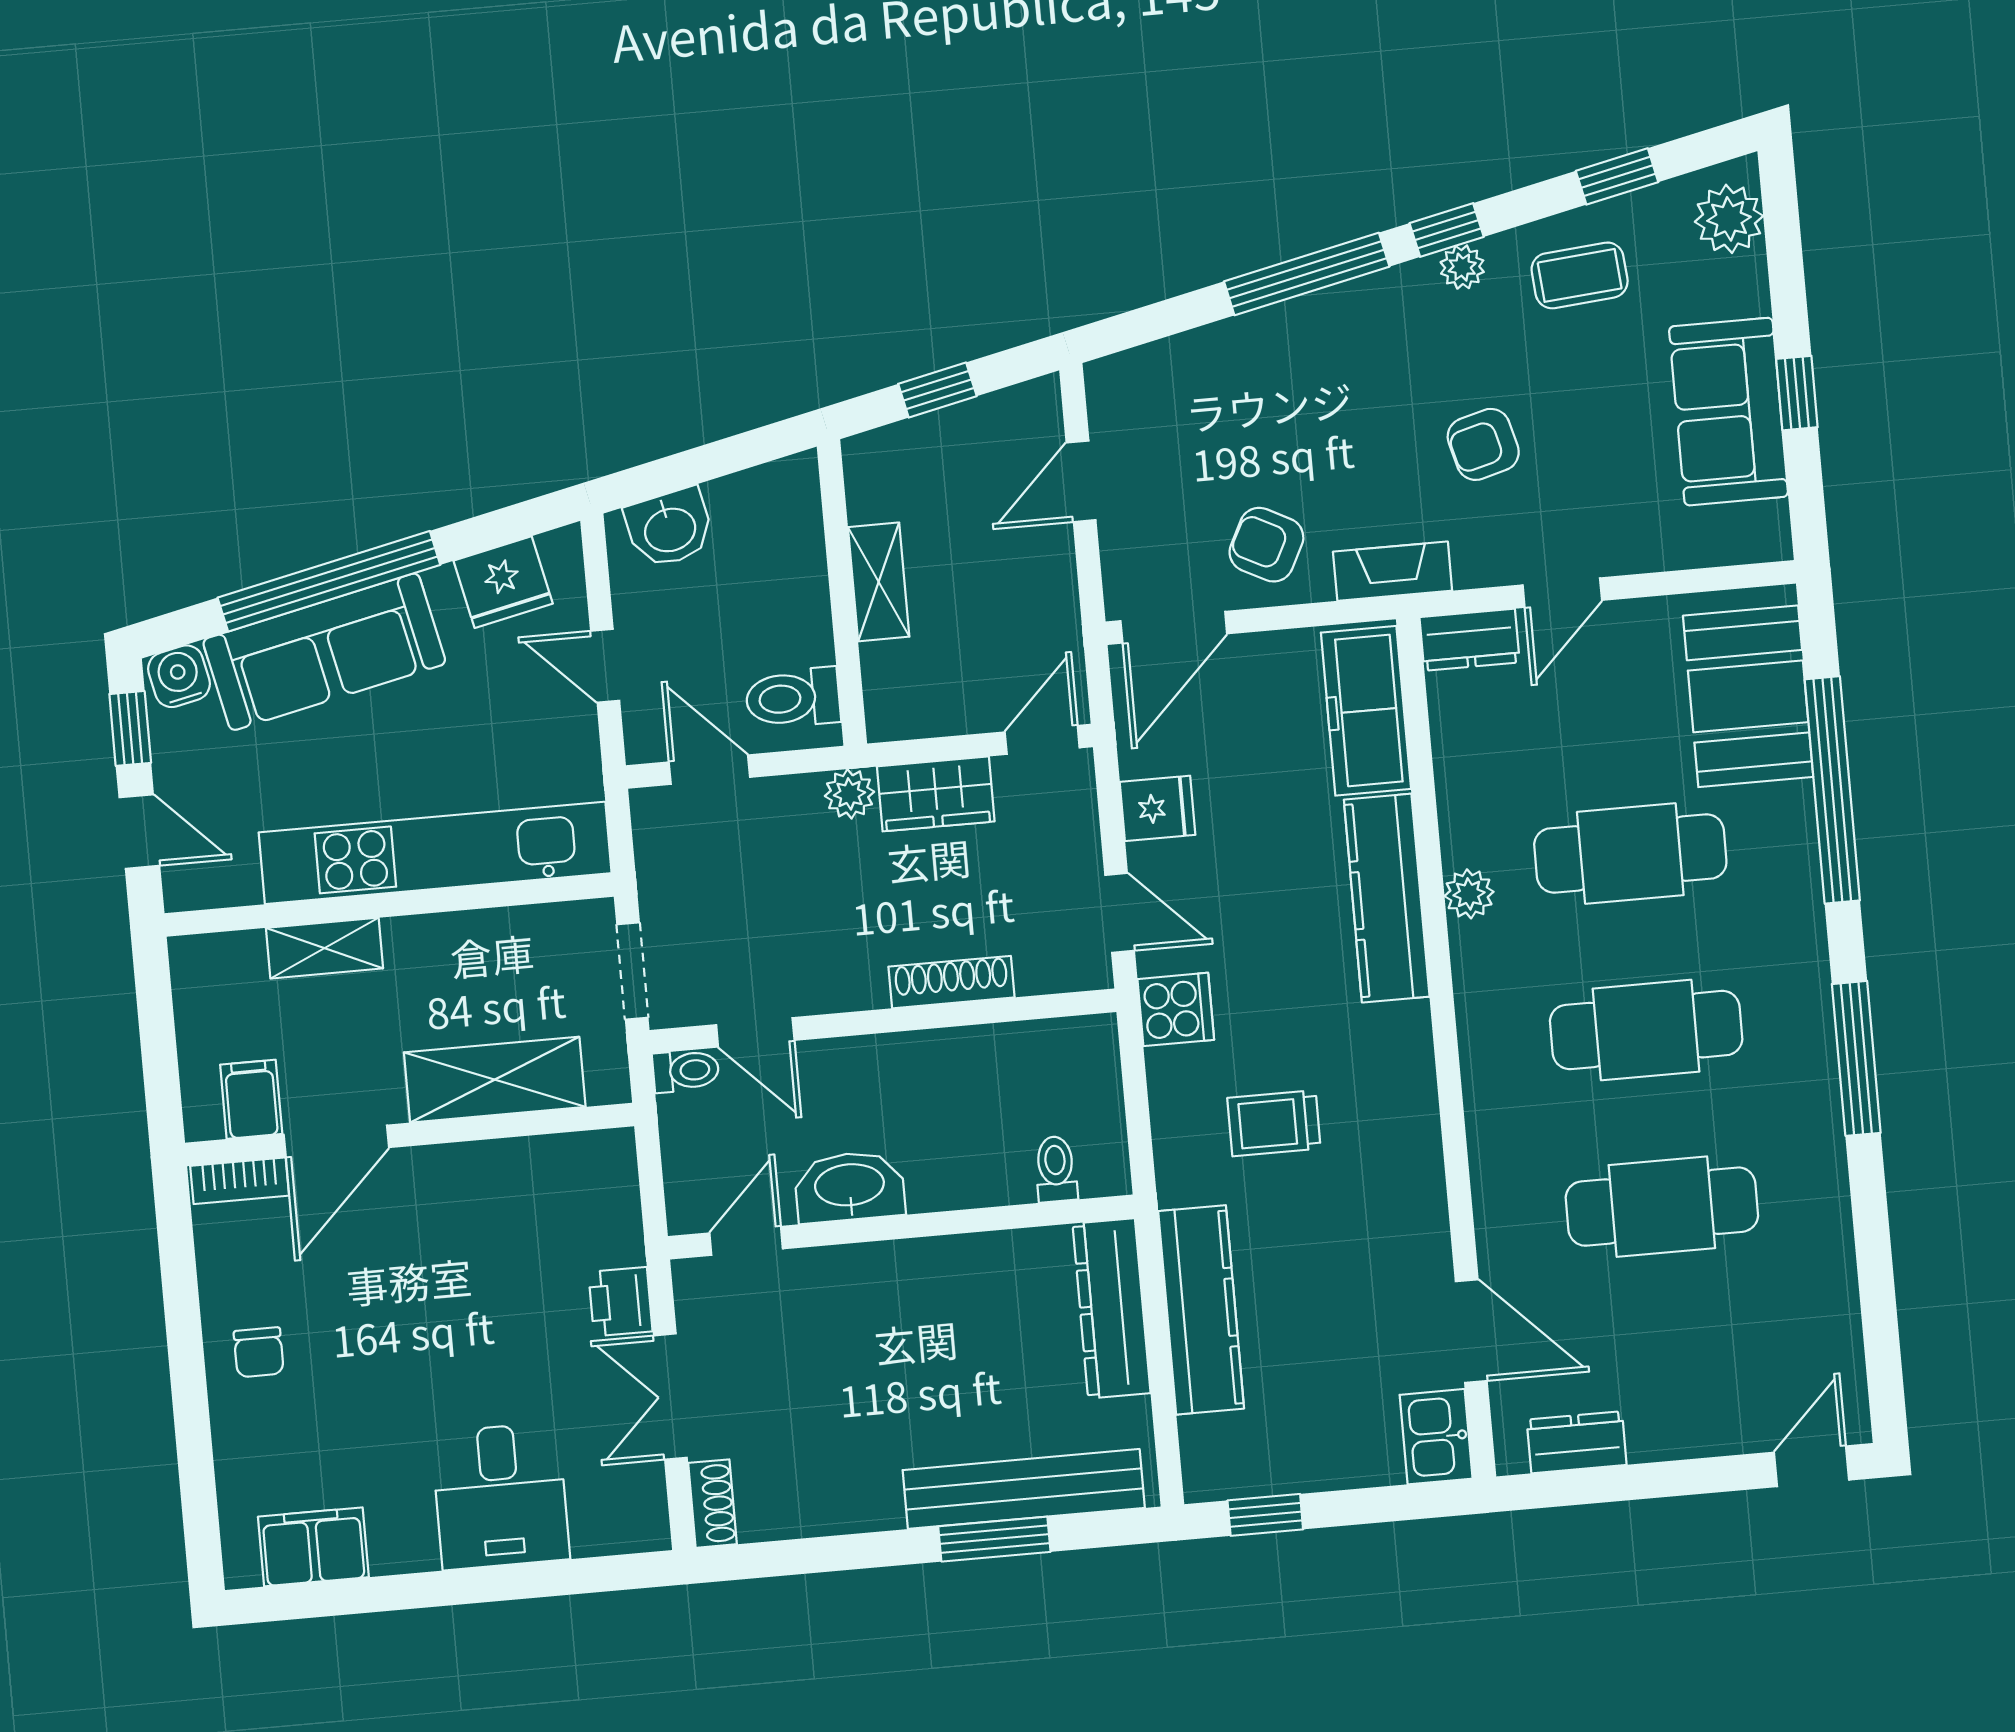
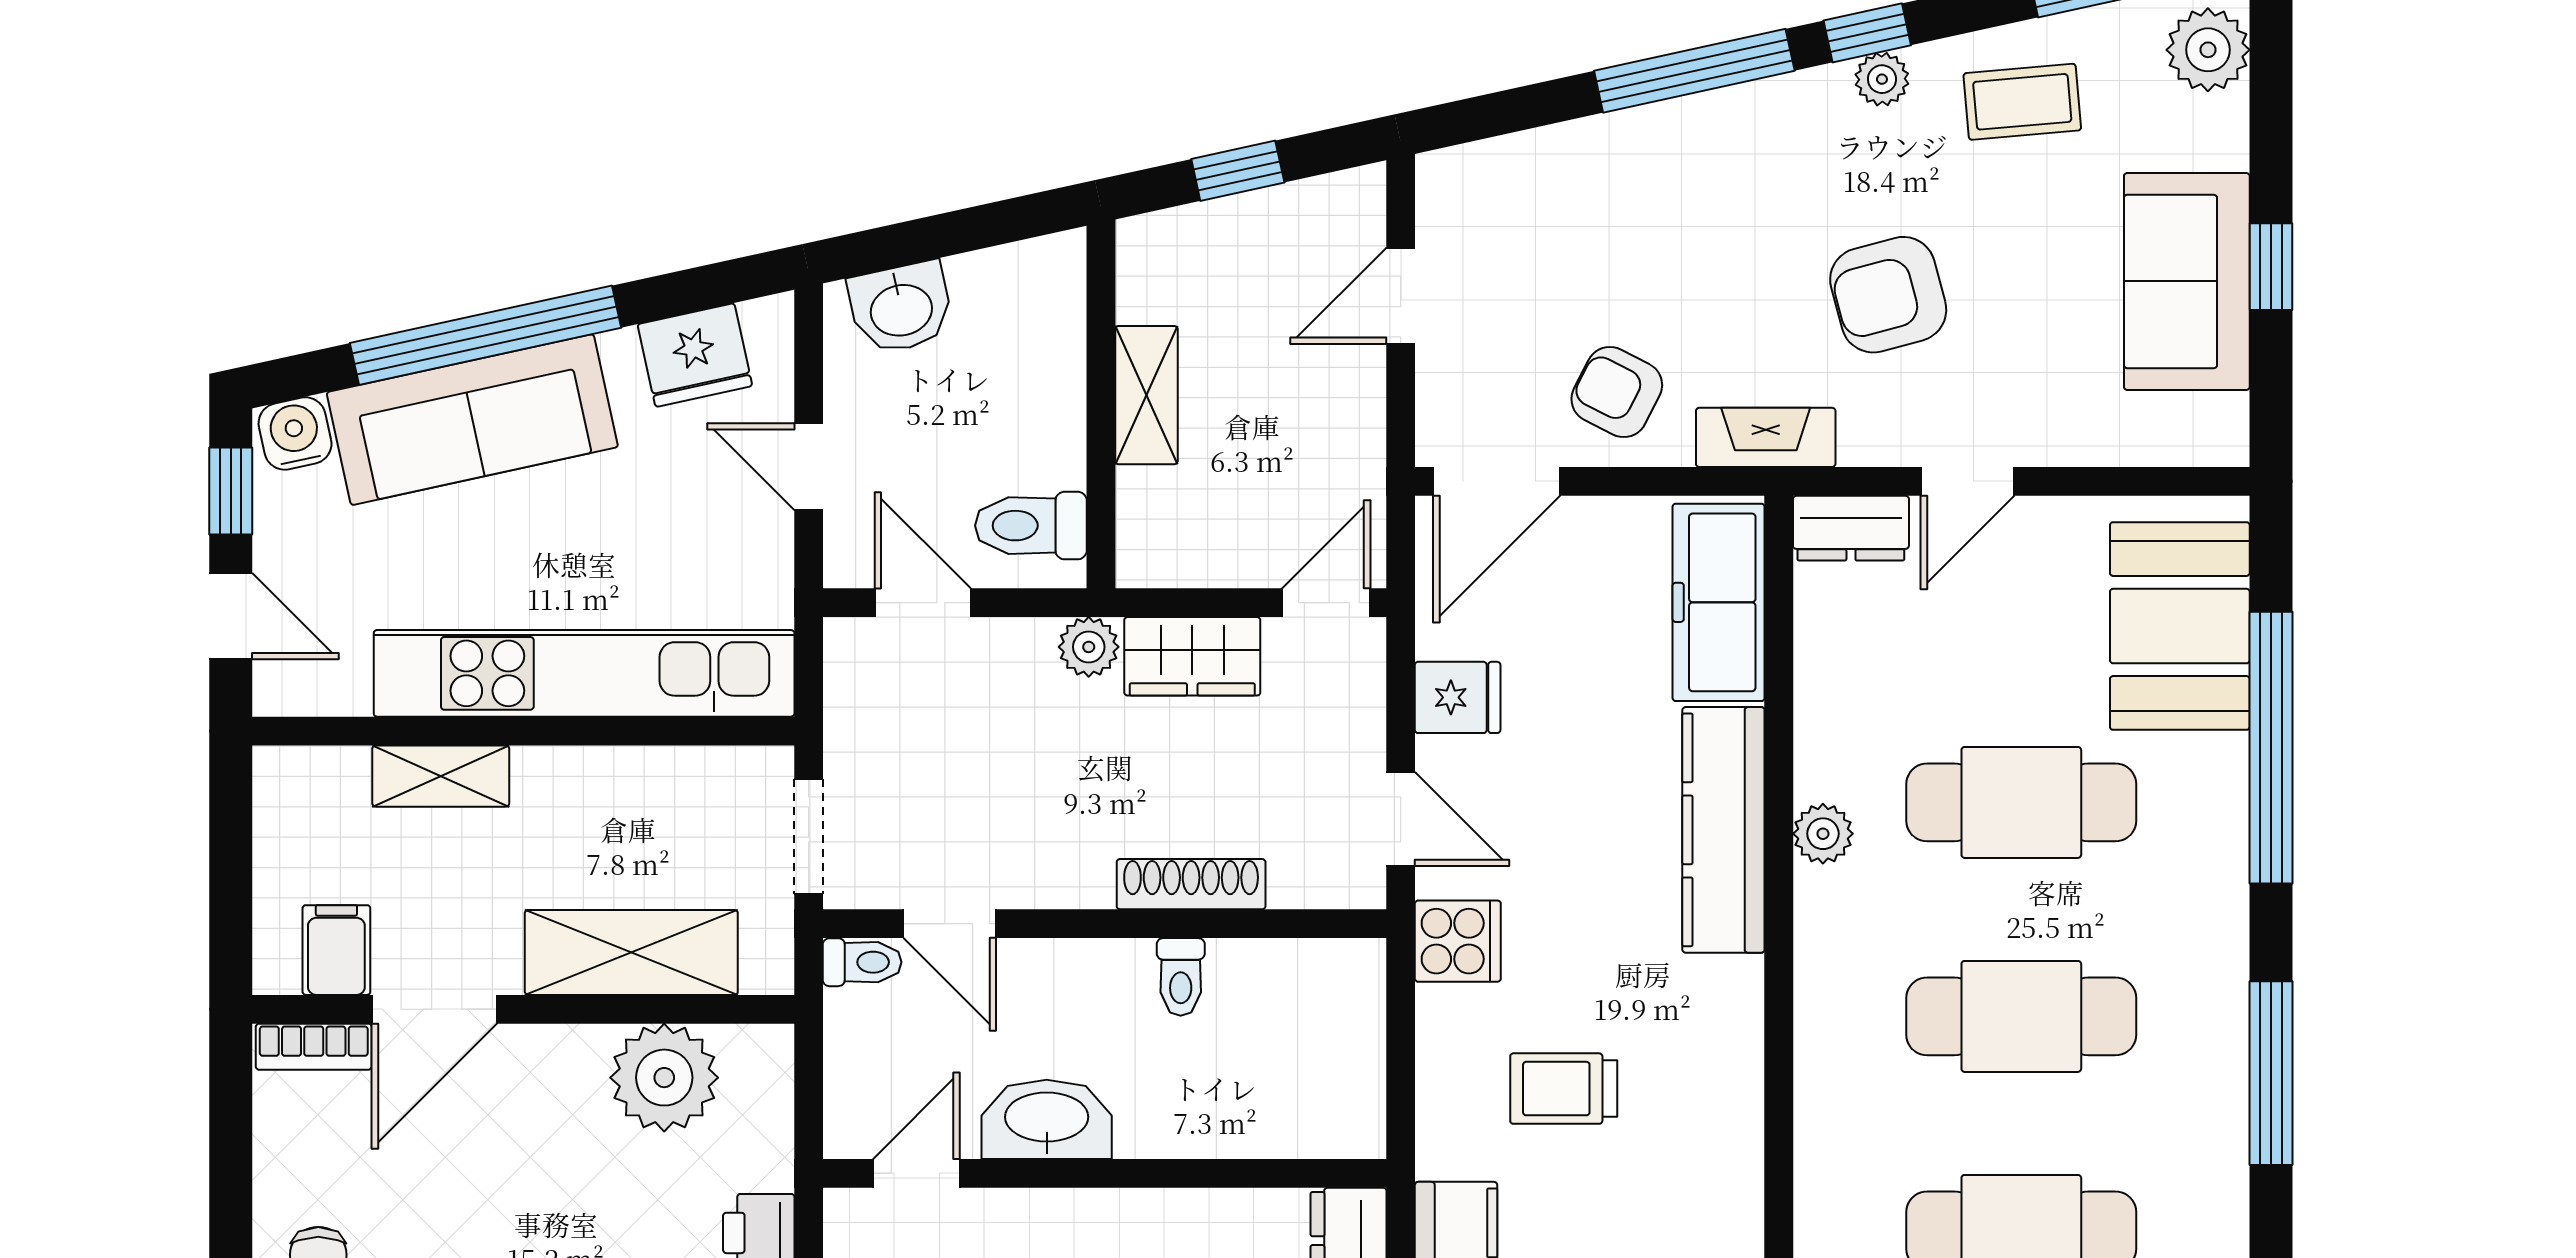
armchair: (1483, 444) -> (1888, 295), width x1.38, depth x1.38
toilet: (1056, 1169) -> (1181, 977), moved, turned 180
plant: (531, 1180) -> (664, 1078), added

